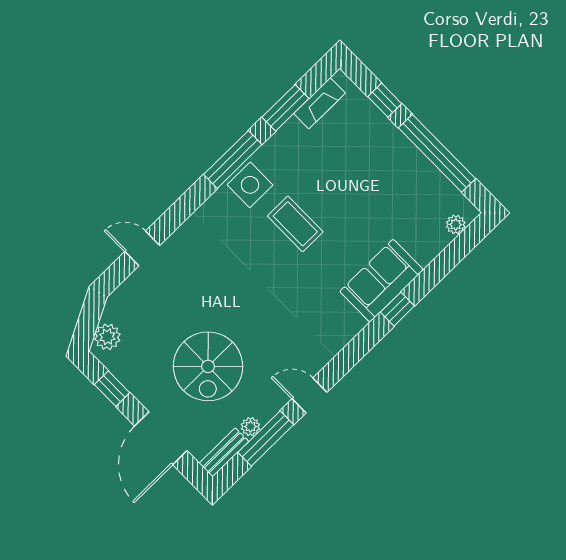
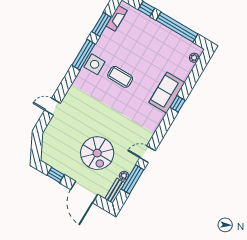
plant: (107, 337) -> (47, 152), removed

